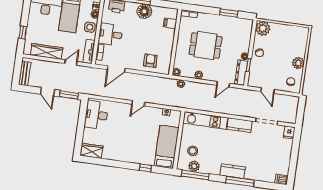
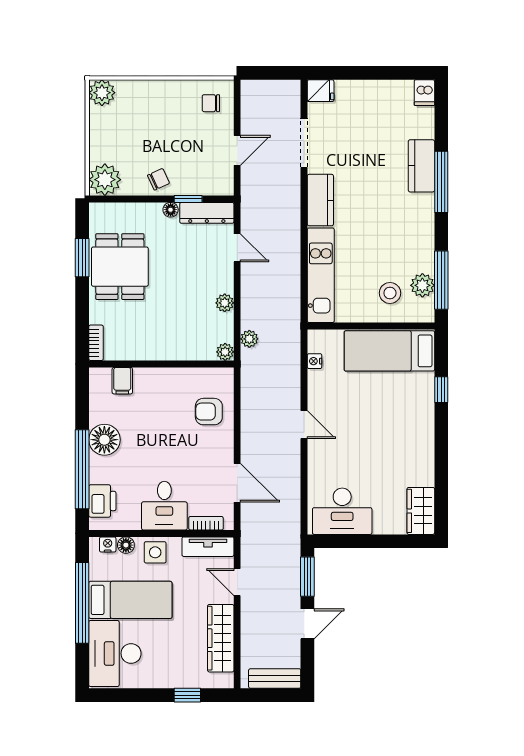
dining table: (205, 46) -> (120, 267), moved
plant: (298, 63) -> (102, 93), moved
kitchen counter: (233, 171) -> (421, 166), moved

